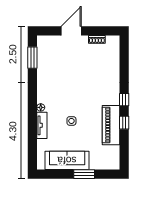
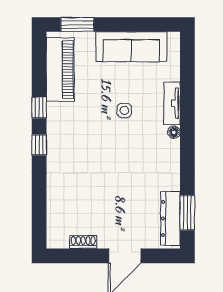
dresser: (43, 54) -> (170, 218), added
piano: (111, 125) -> (60, 69), moved
window: (84, 174) -> (77, 24), moved

